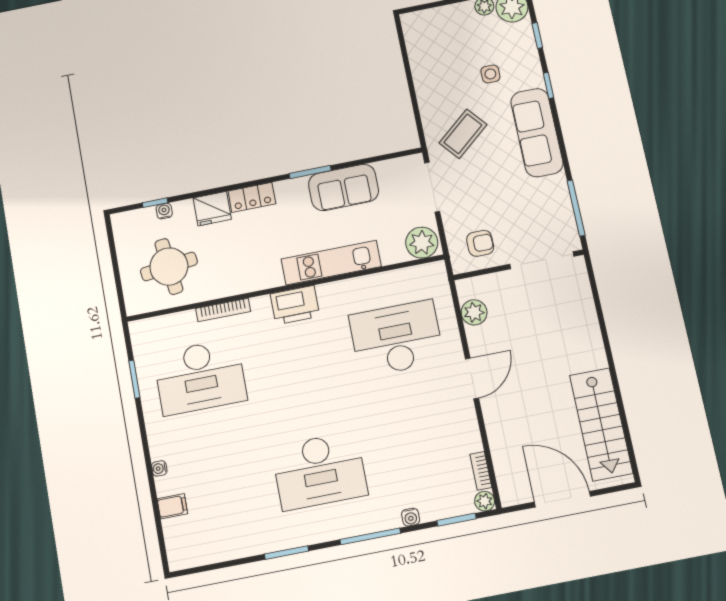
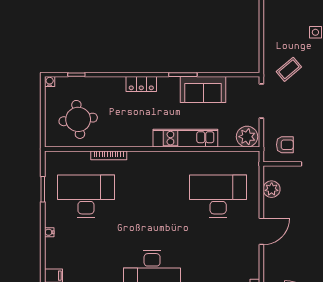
coffee table: (463, 134) -> (289, 69), width x0.73, depth x0.77
fridge: (212, 209) -> (114, 86), removed
water cooler: (164, 211) -> (50, 82), moved
printer: (295, 305) -> (156, 161), removed
desk: (200, 377) -> (86, 196), turned 180
water cooler: (159, 468) -> (49, 232), moved

